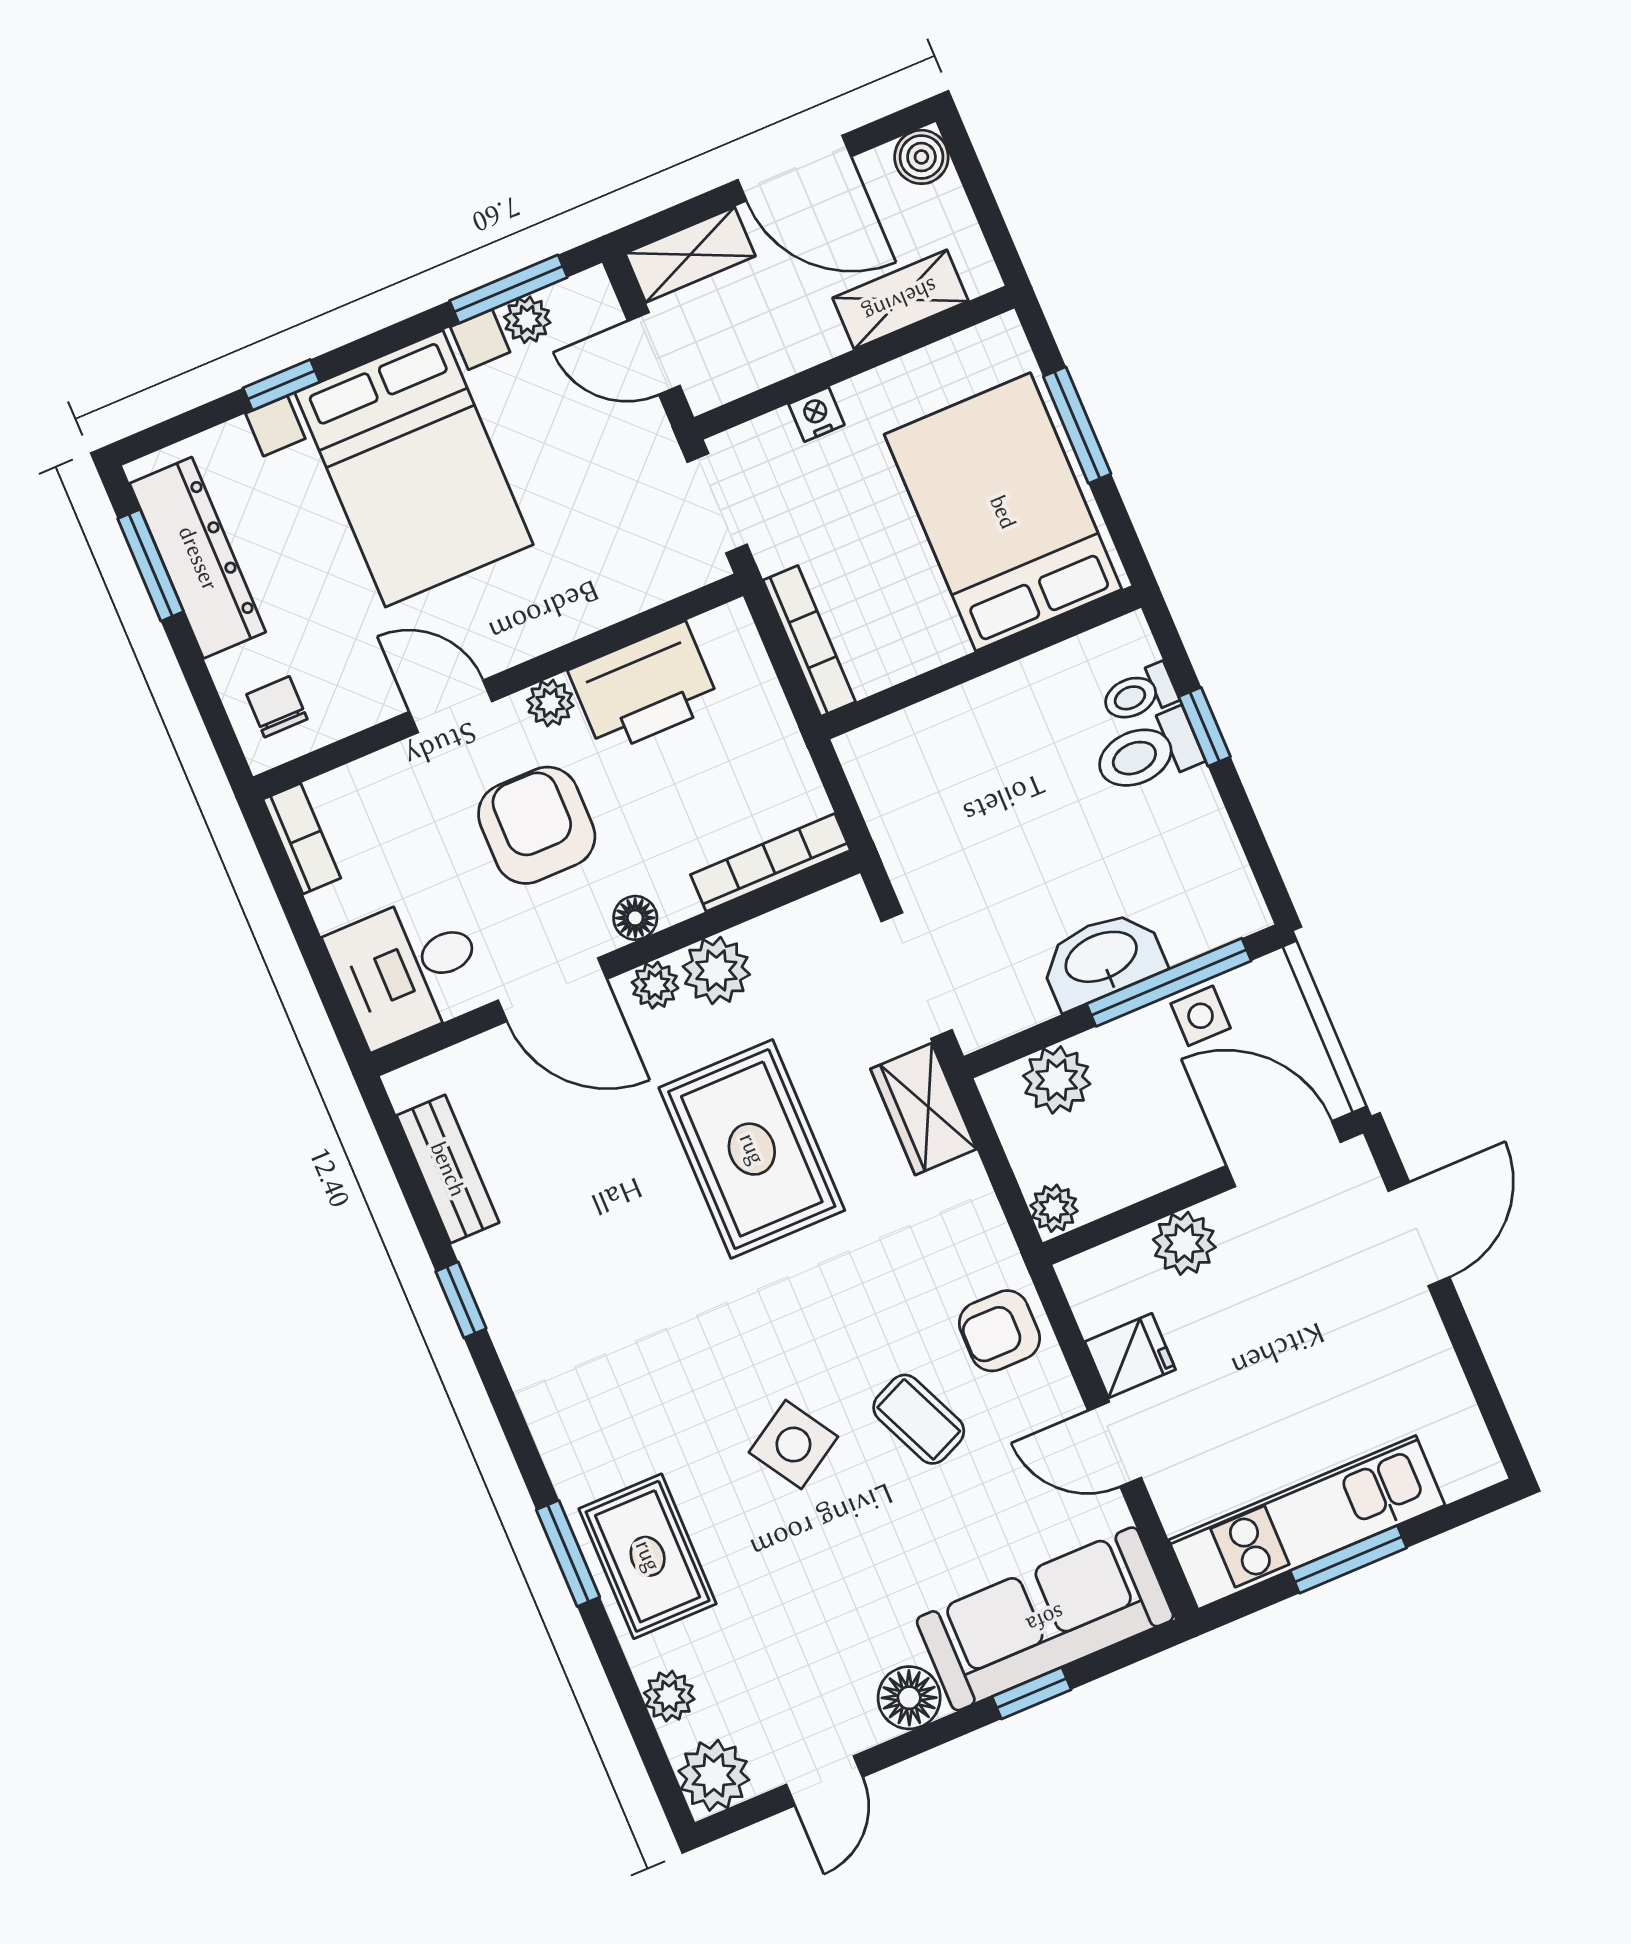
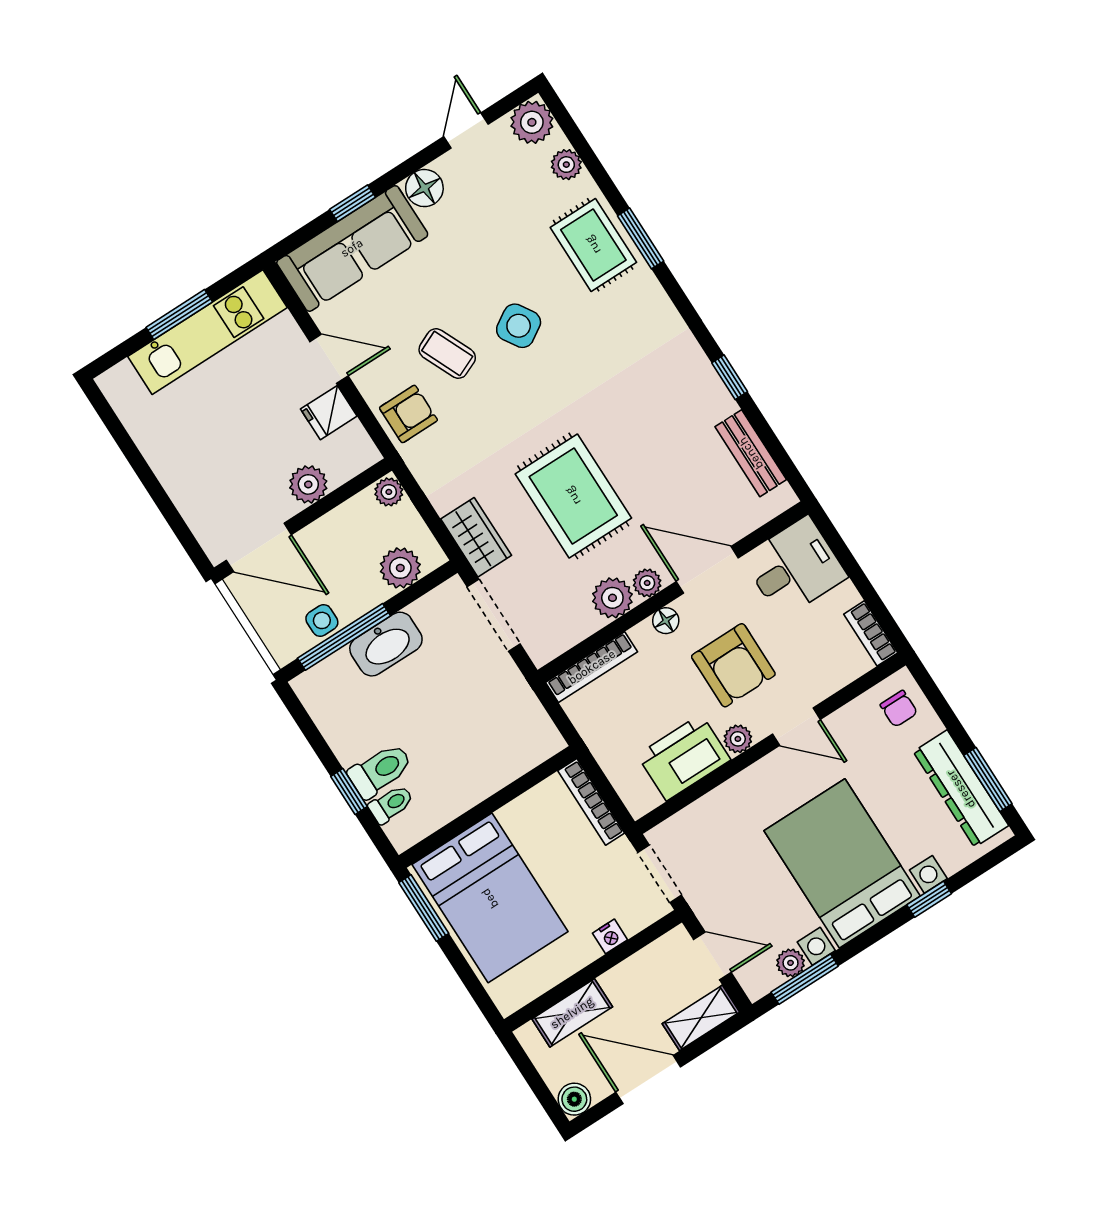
window: (1077, 425) -> (424, 908), moved
door: (1419, 1234) -> (171, 514), removed

